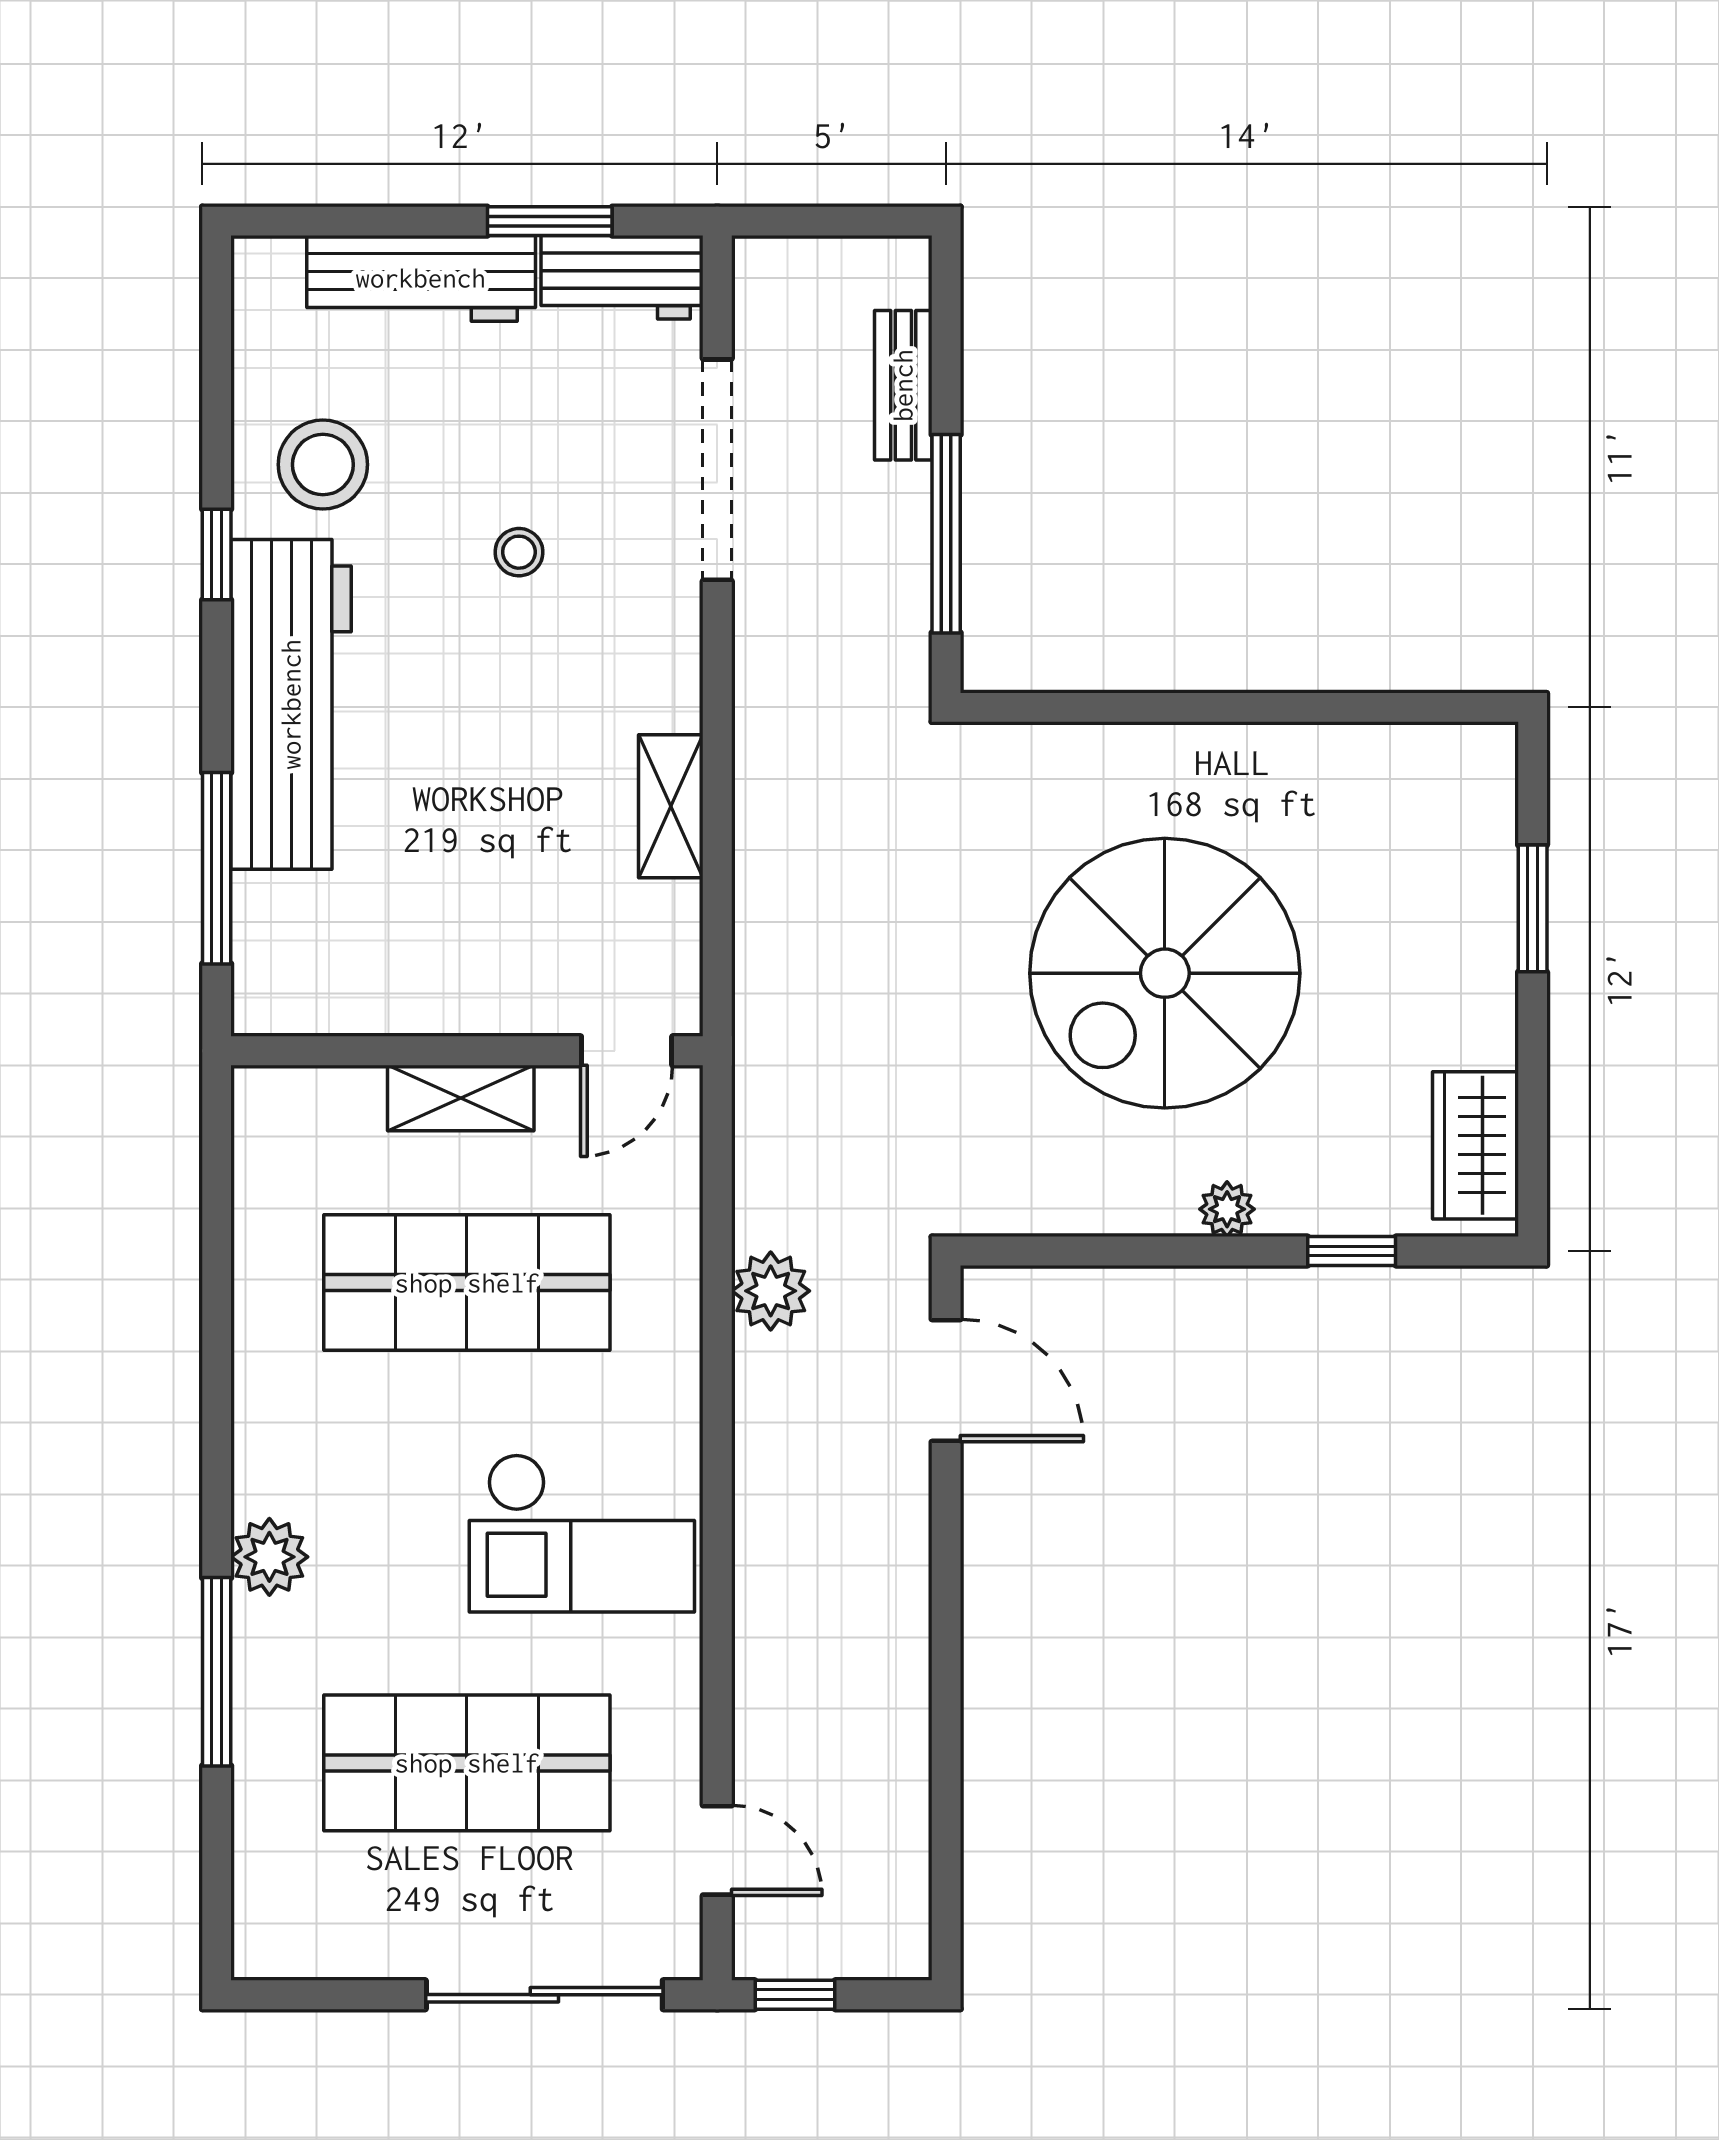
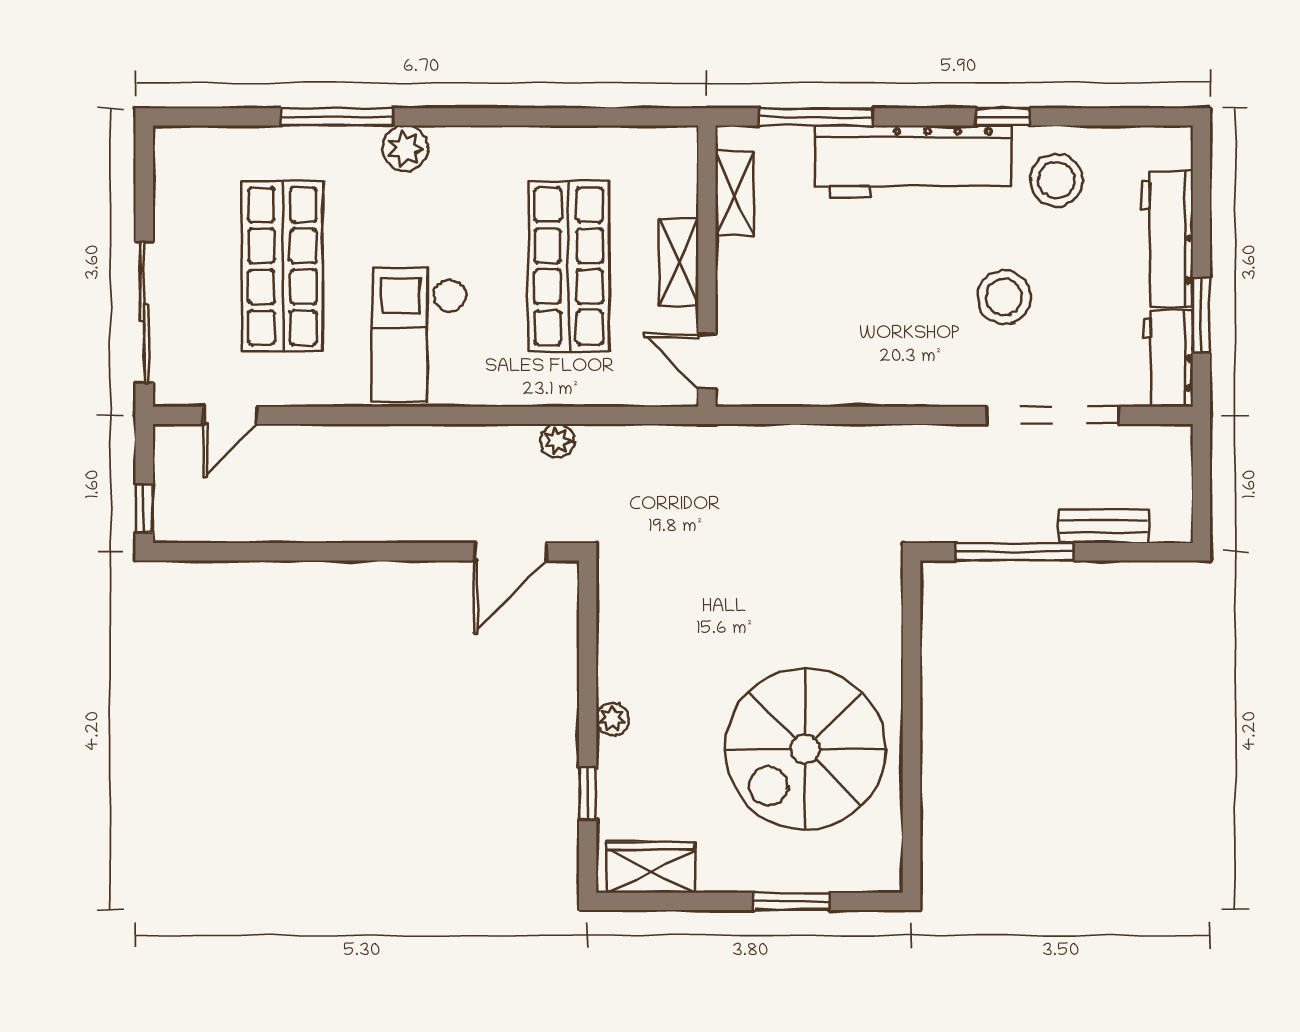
stool: (519, 552) -> (1004, 297), width x1.89, depth x1.89
shelving: (671, 806) -> (735, 194), moved, turned 90
spiral stairs: (1165, 973) -> (805, 749), moved, turned -90
plant: (771, 1291) -> (557, 441), width x0.73, depth x0.73
window: (795, 1995) -> (144, 509), moved

